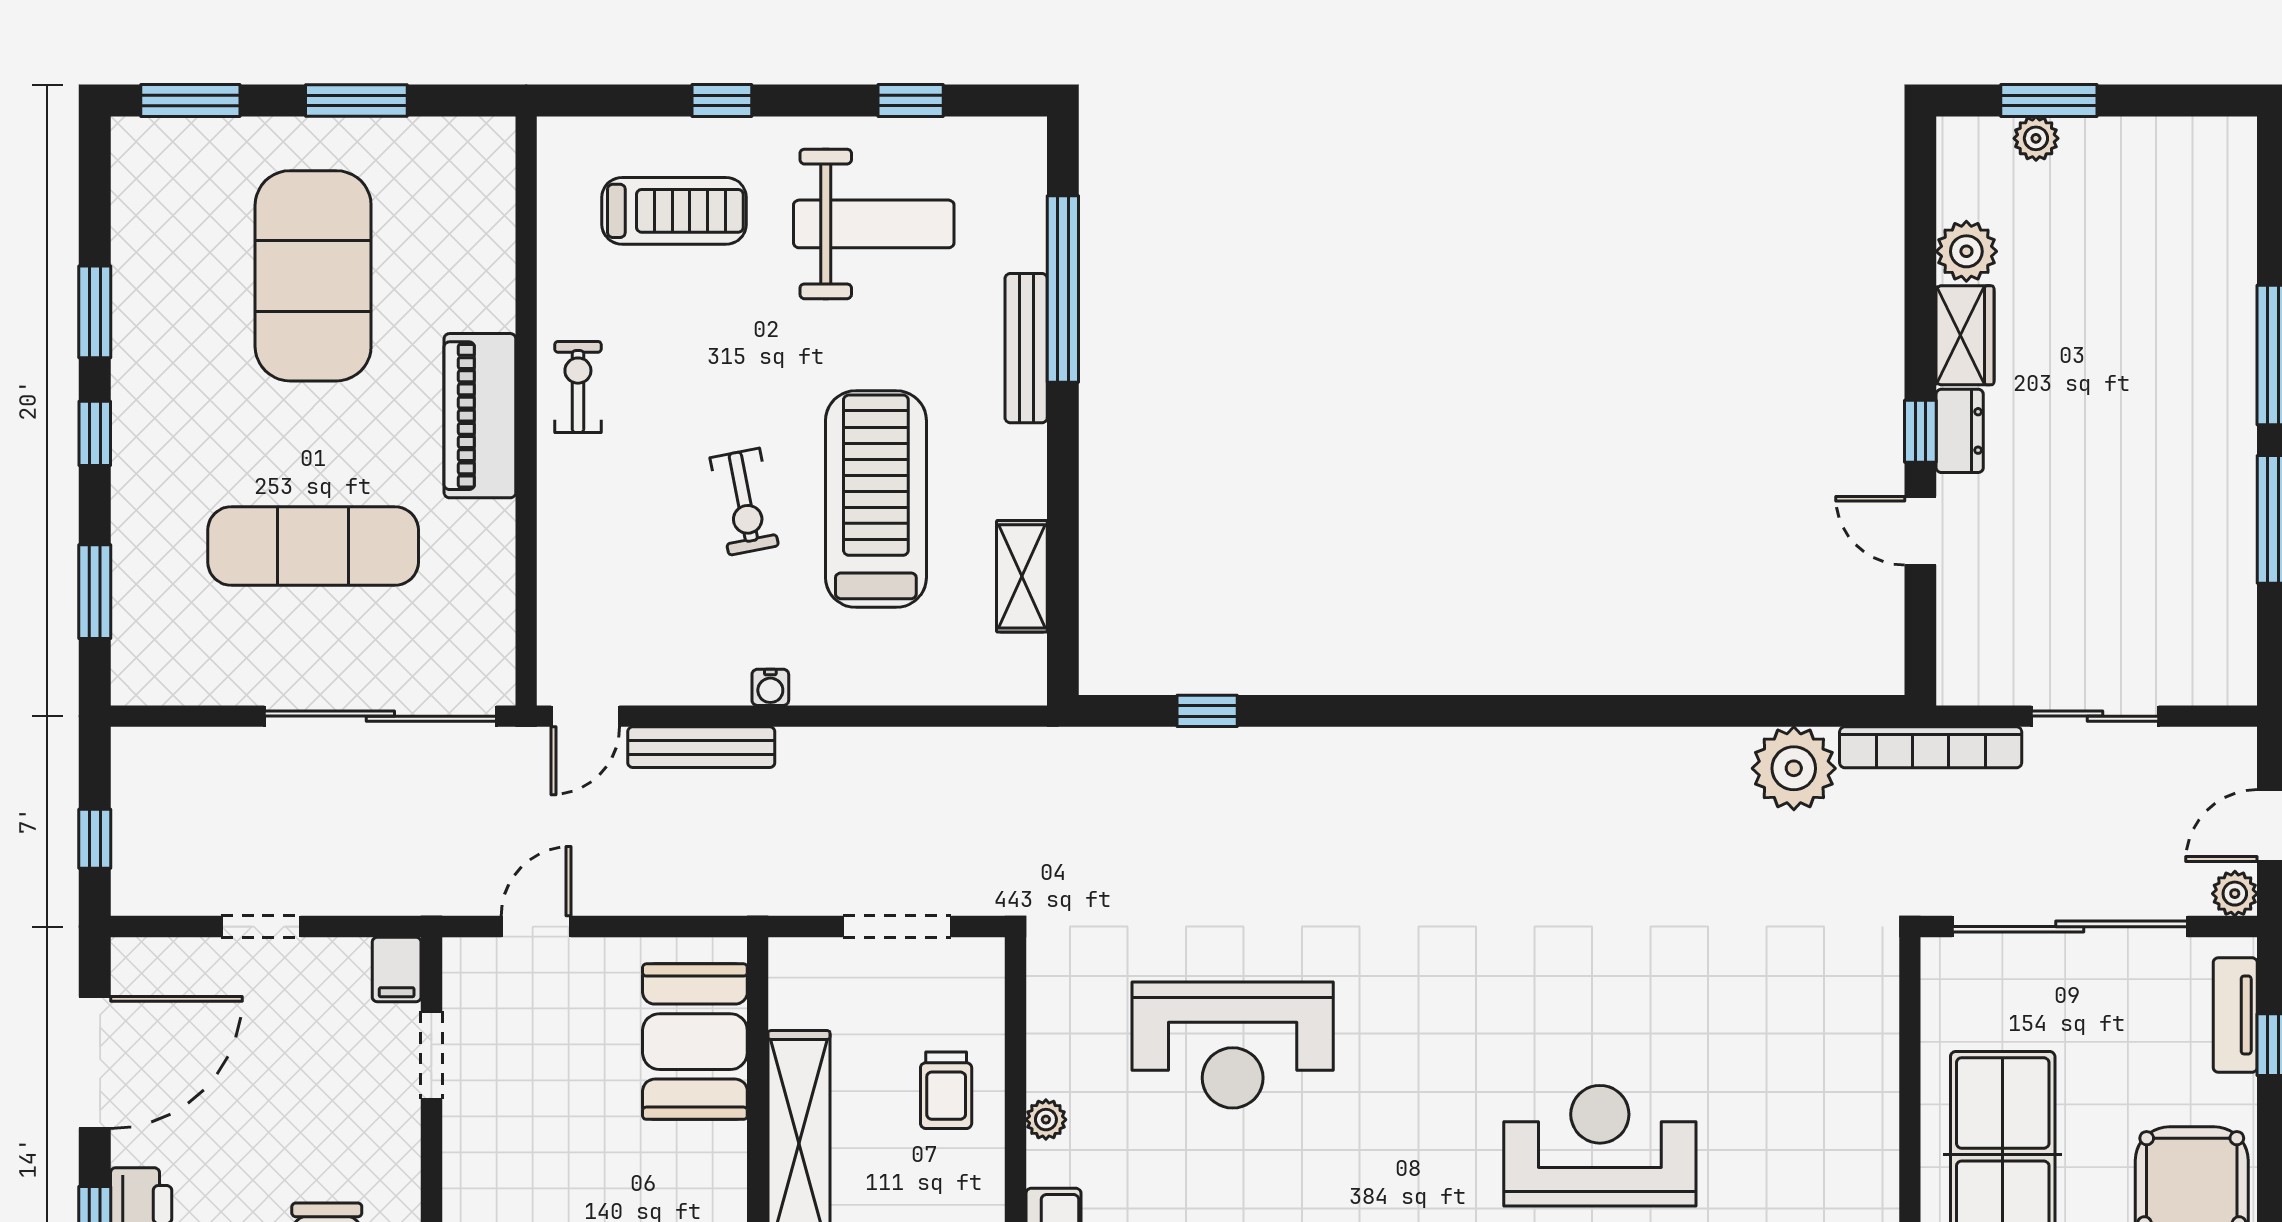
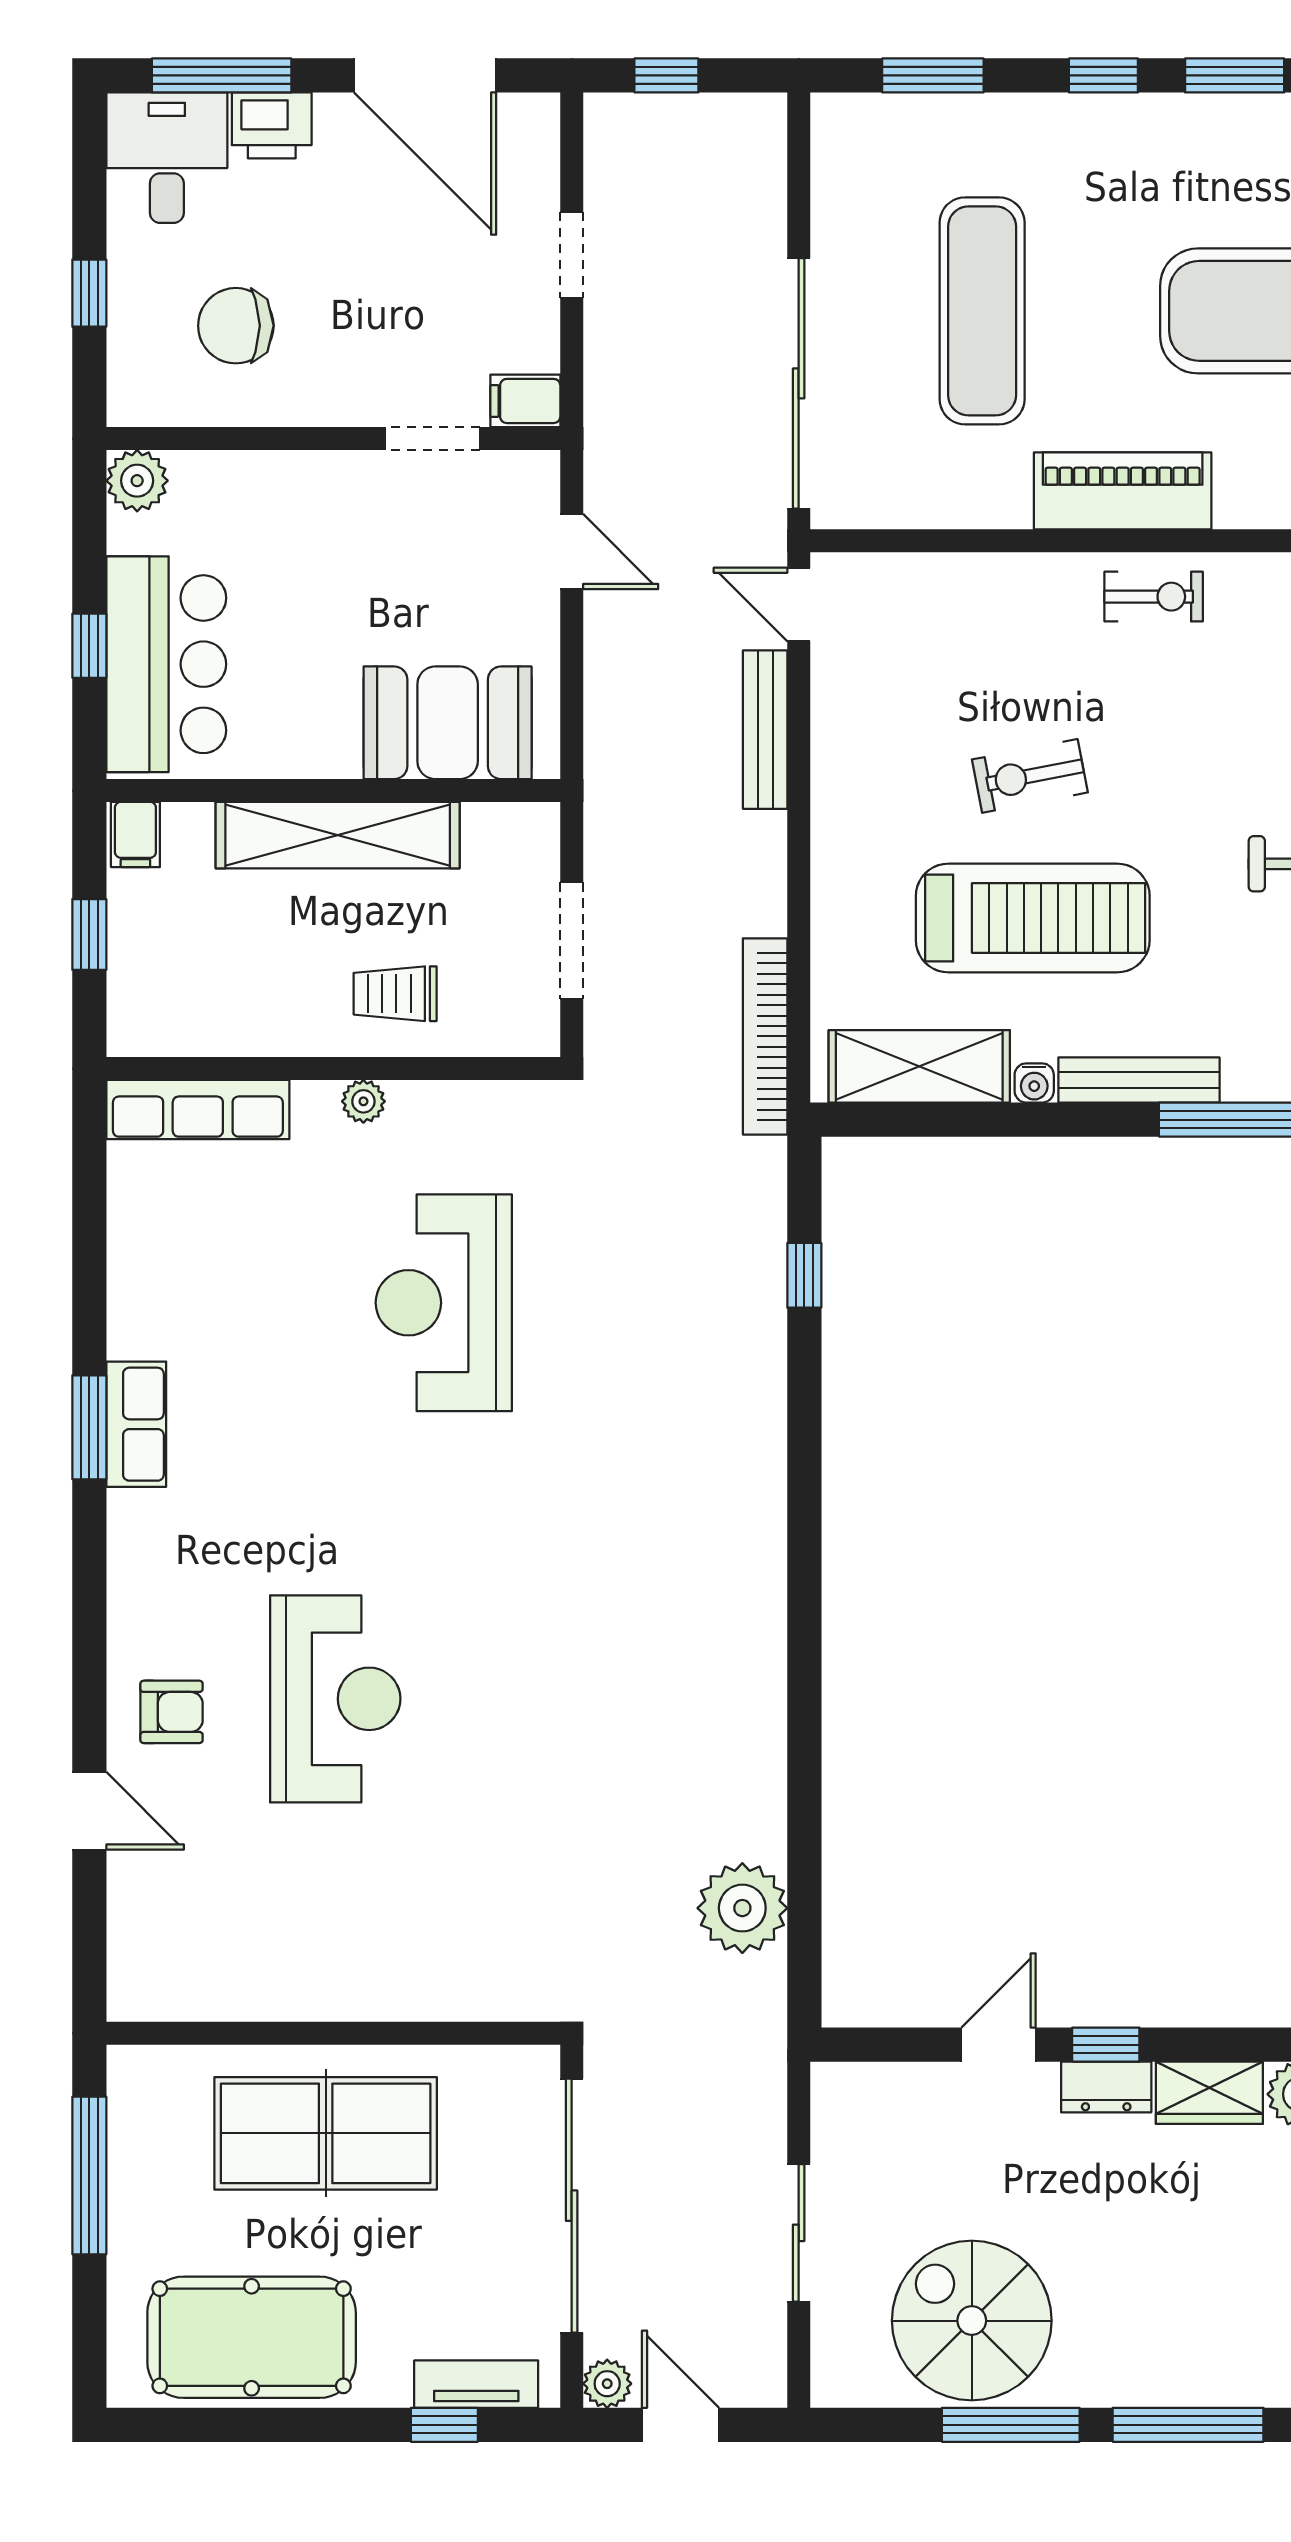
bench: (1026, 348) -> (1139, 1080), moved
spiral stairs: (2176, 556) -> (972, 2321), added
shelving: (1022, 576) -> (919, 1066), width x1.50, depth x1.33
water cooler: (770, 687) -> (1034, 1083), moved, turned -90
bookcase: (1931, 747) -> (765, 1036), moved

